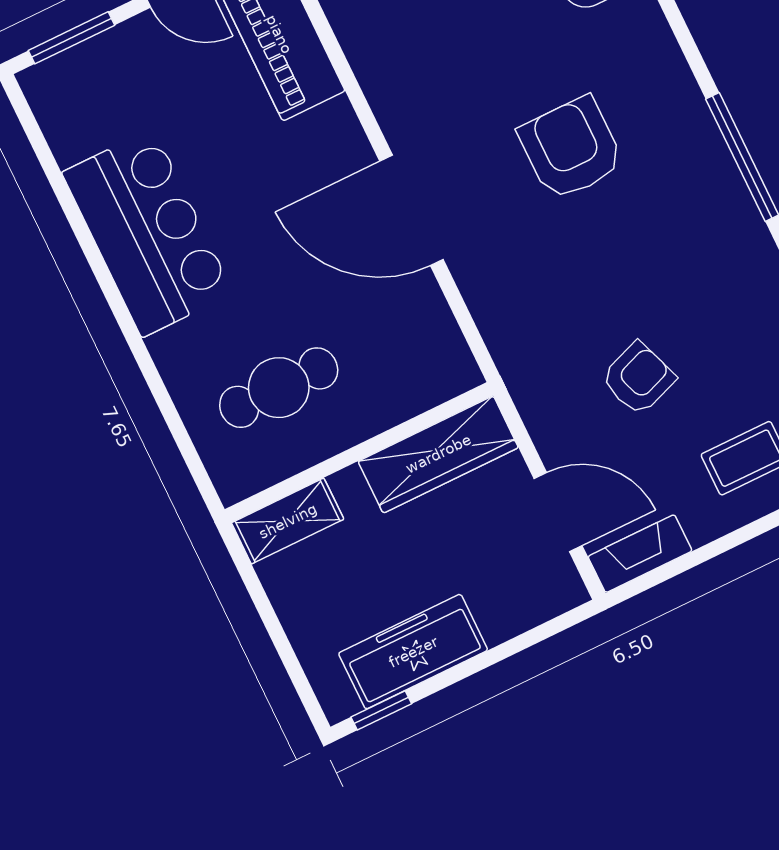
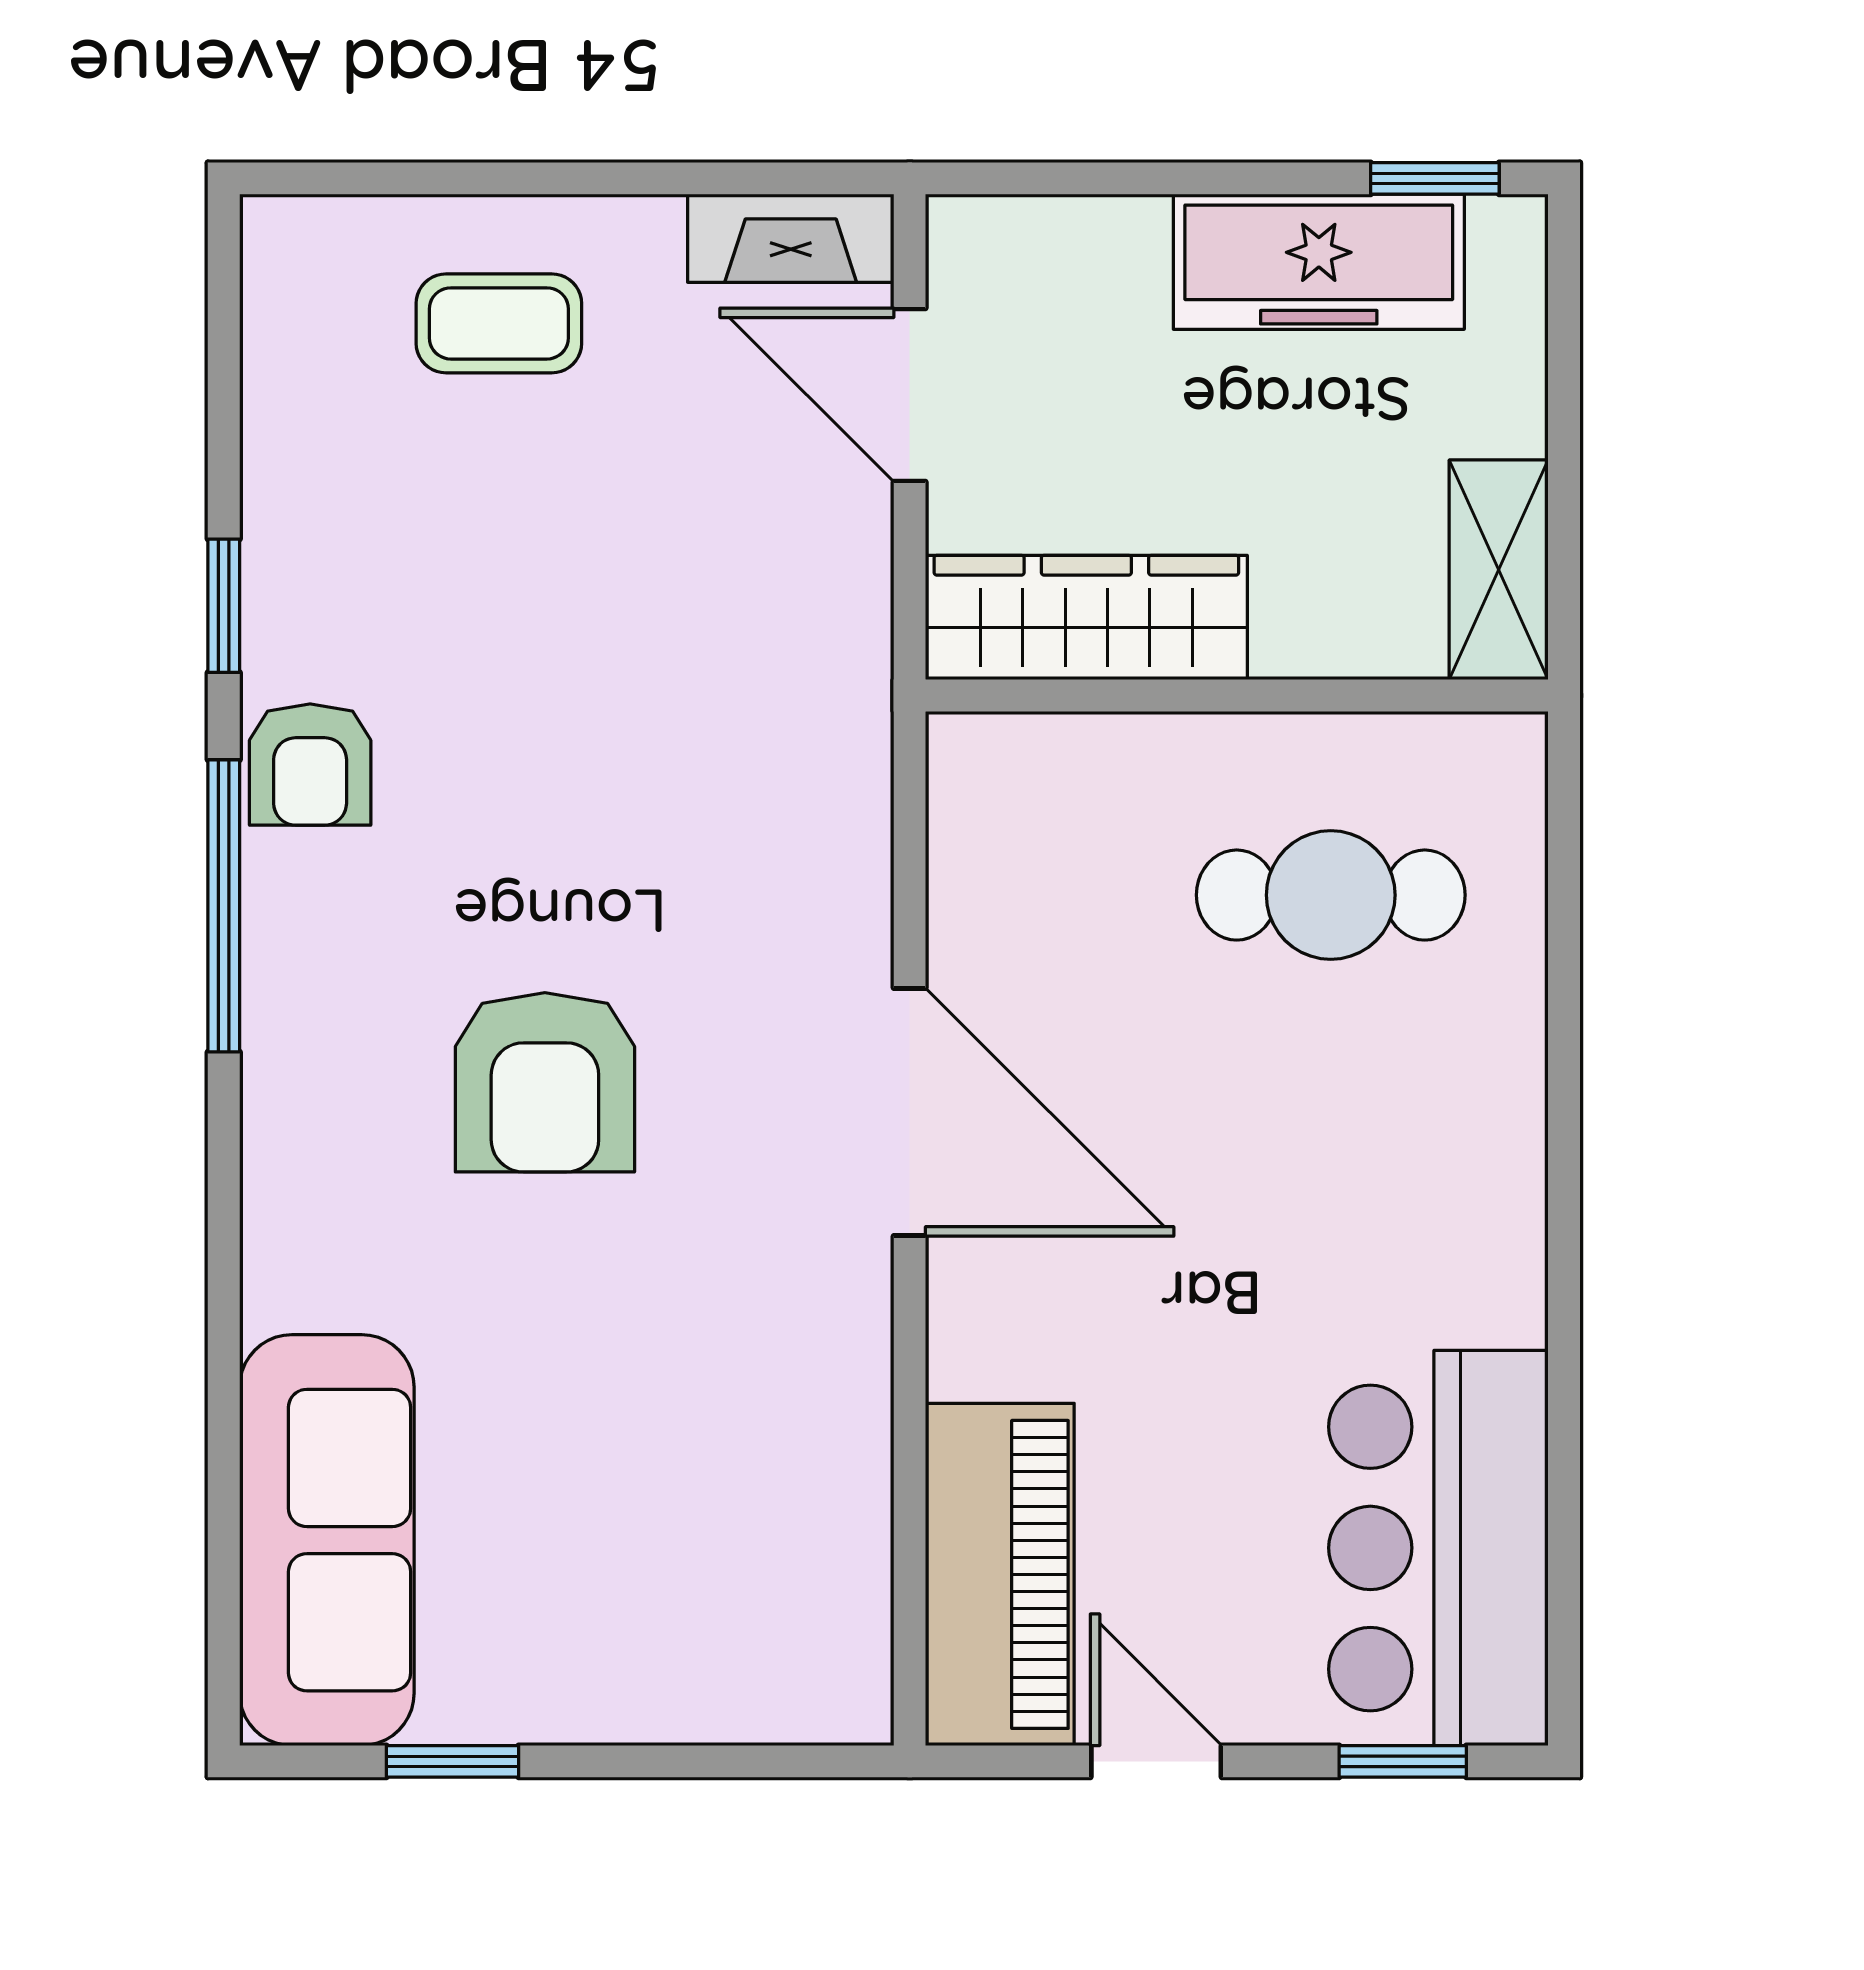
window: (71, 38) -> (1403, 1761), width x0.67
bar counter: (148, 233) -> (1438, 1548), moved
armchair: (638, 378) -> (310, 764), moved, turned -70
shelving: (288, 521) -> (1499, 570), moved, turned 90

